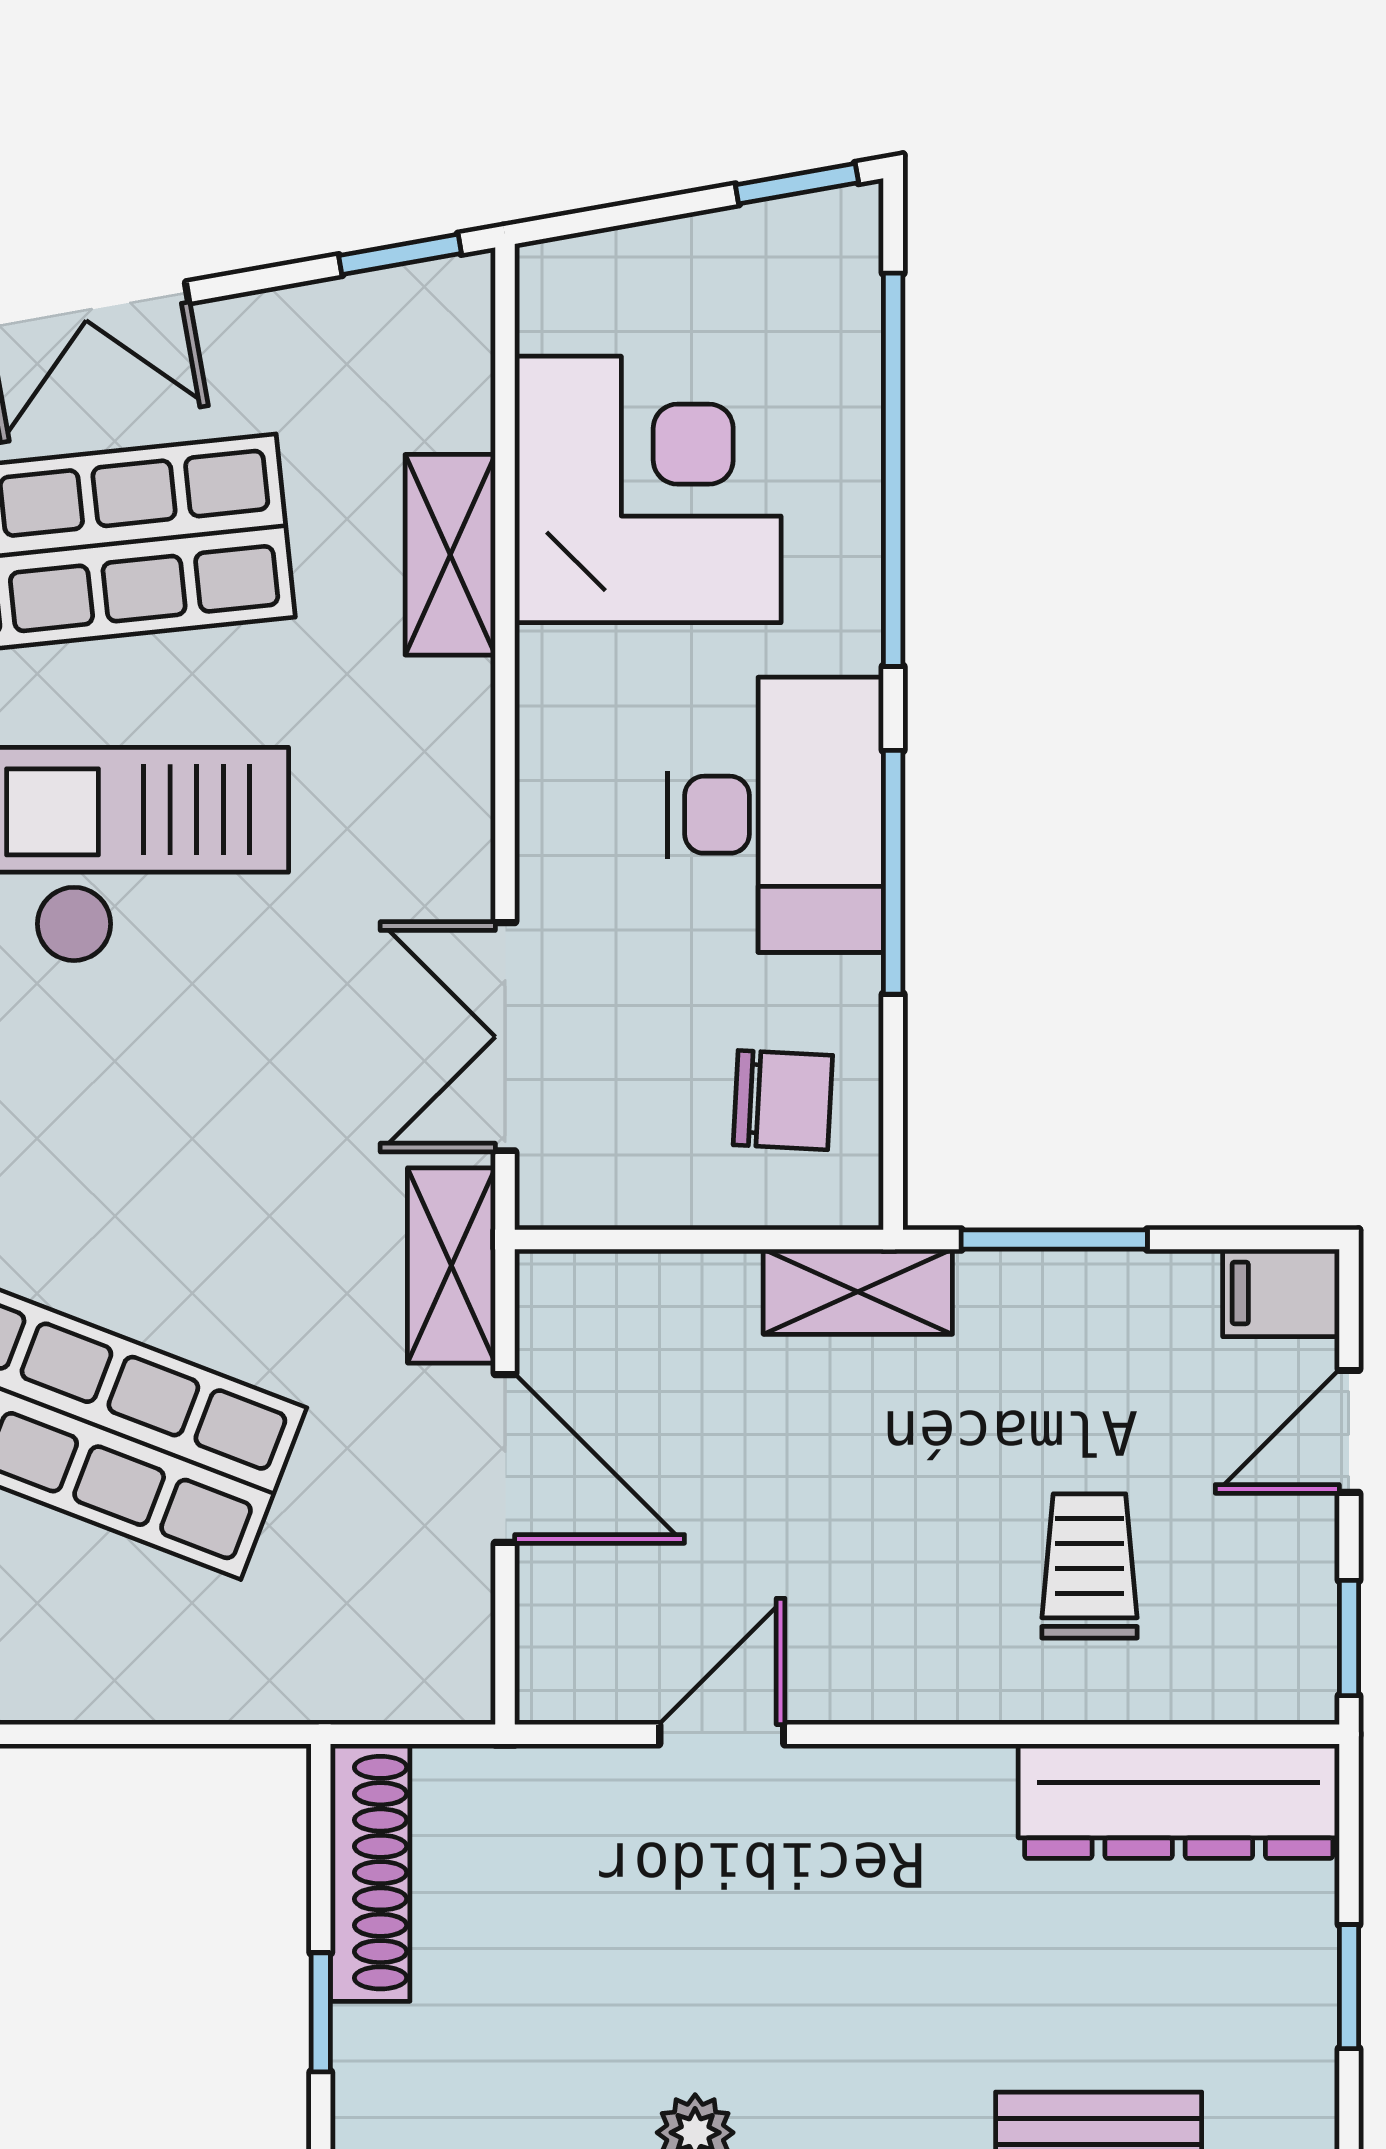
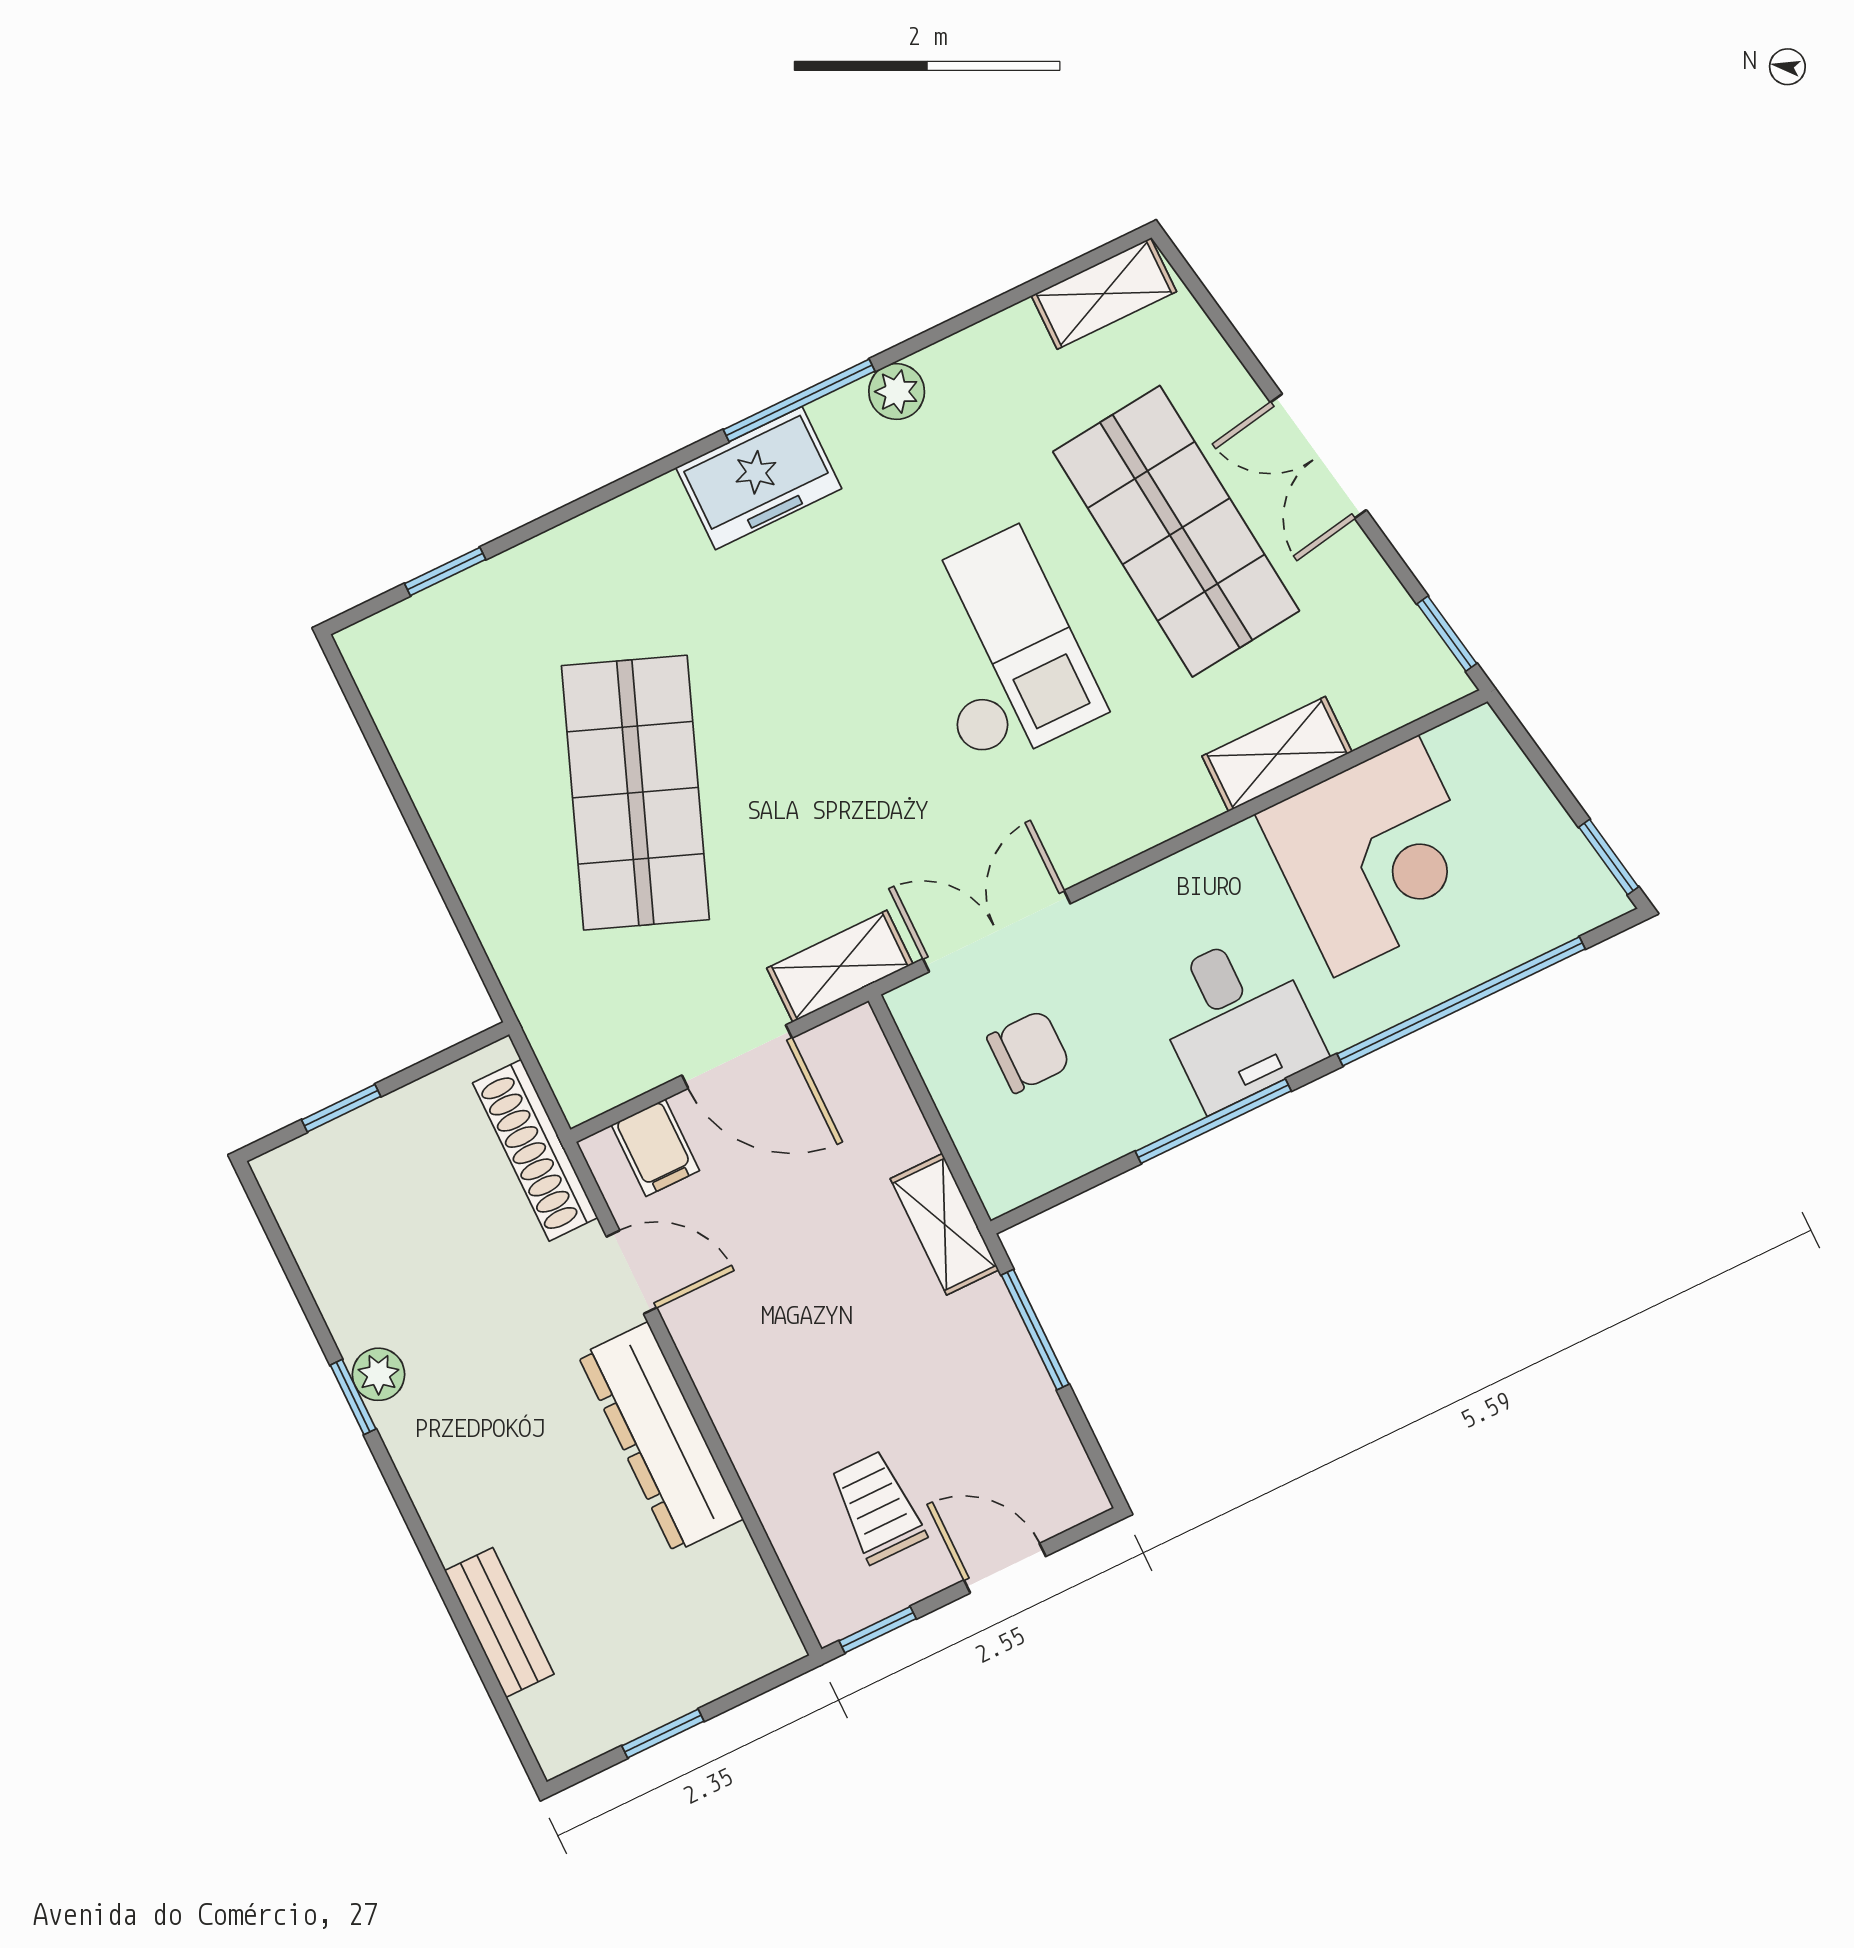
desk: (775, 815) -> (1237, 1020), width x0.73
chair: (783, 1100) -> (1029, 1052), moved, turned -93
filing cabinet: (1281, 1293) -> (655, 1148), moved, turned 180
door: (505, 1458) -> (737, 1057), hinge flipped
trolley: (1089, 1566) -> (878, 1507), moved, turned -90
dresser: (1179, 1801) -> (661, 1437), moved
shoe rack: (370, 1873) -> (535, 1150), moved, turned 90

